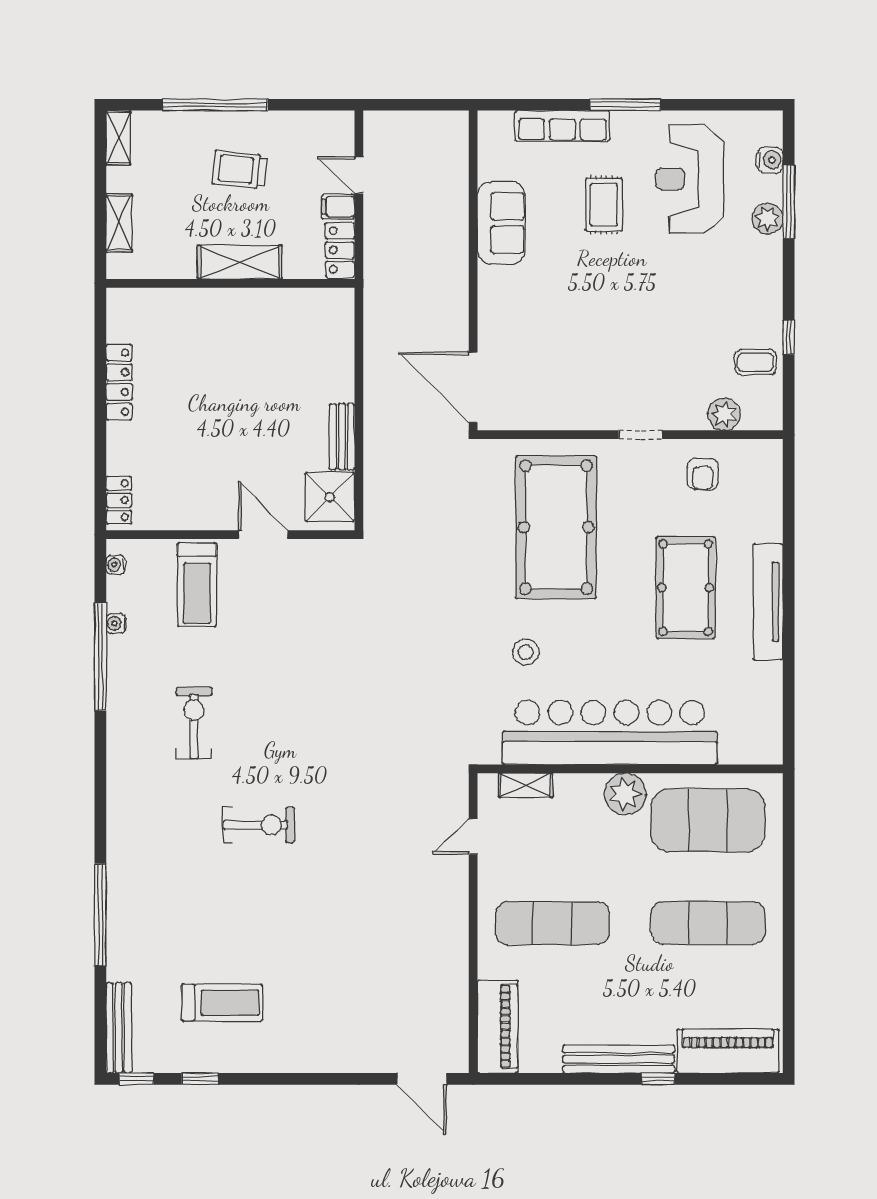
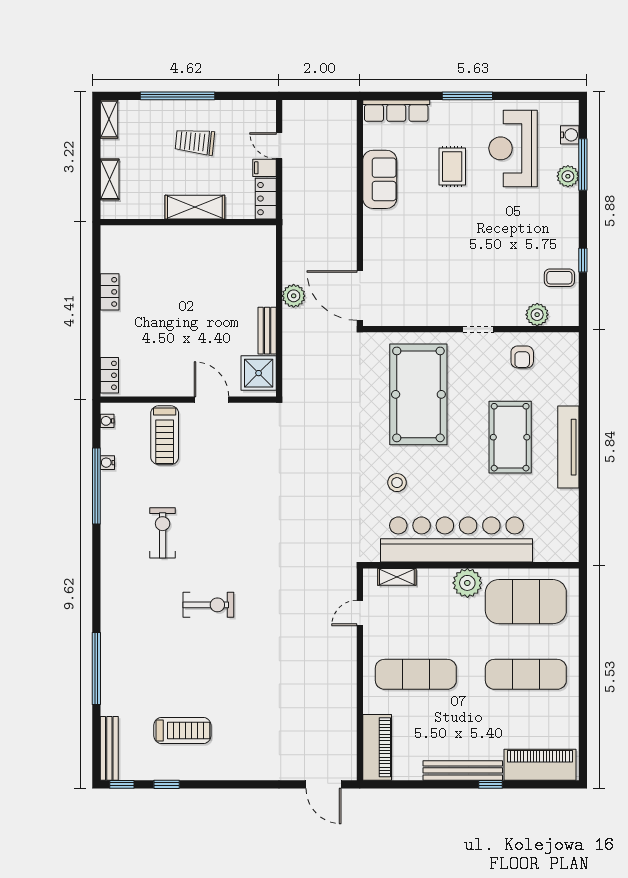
row of seats: (562, 126) -> (396, 111), moved
locker: (119, 382) -> (110, 292), width x0.66
plant: (379, 388) -> (294, 296), added

